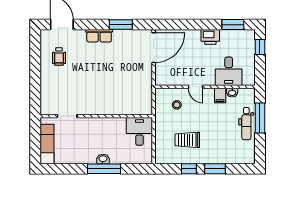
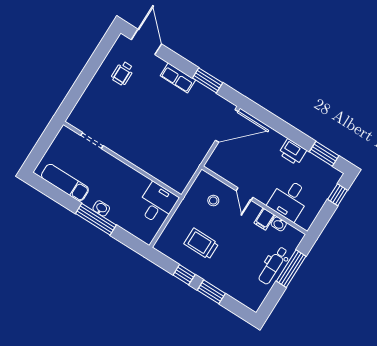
exam couch: (47, 144) -> (65, 183), moved, turned -90

